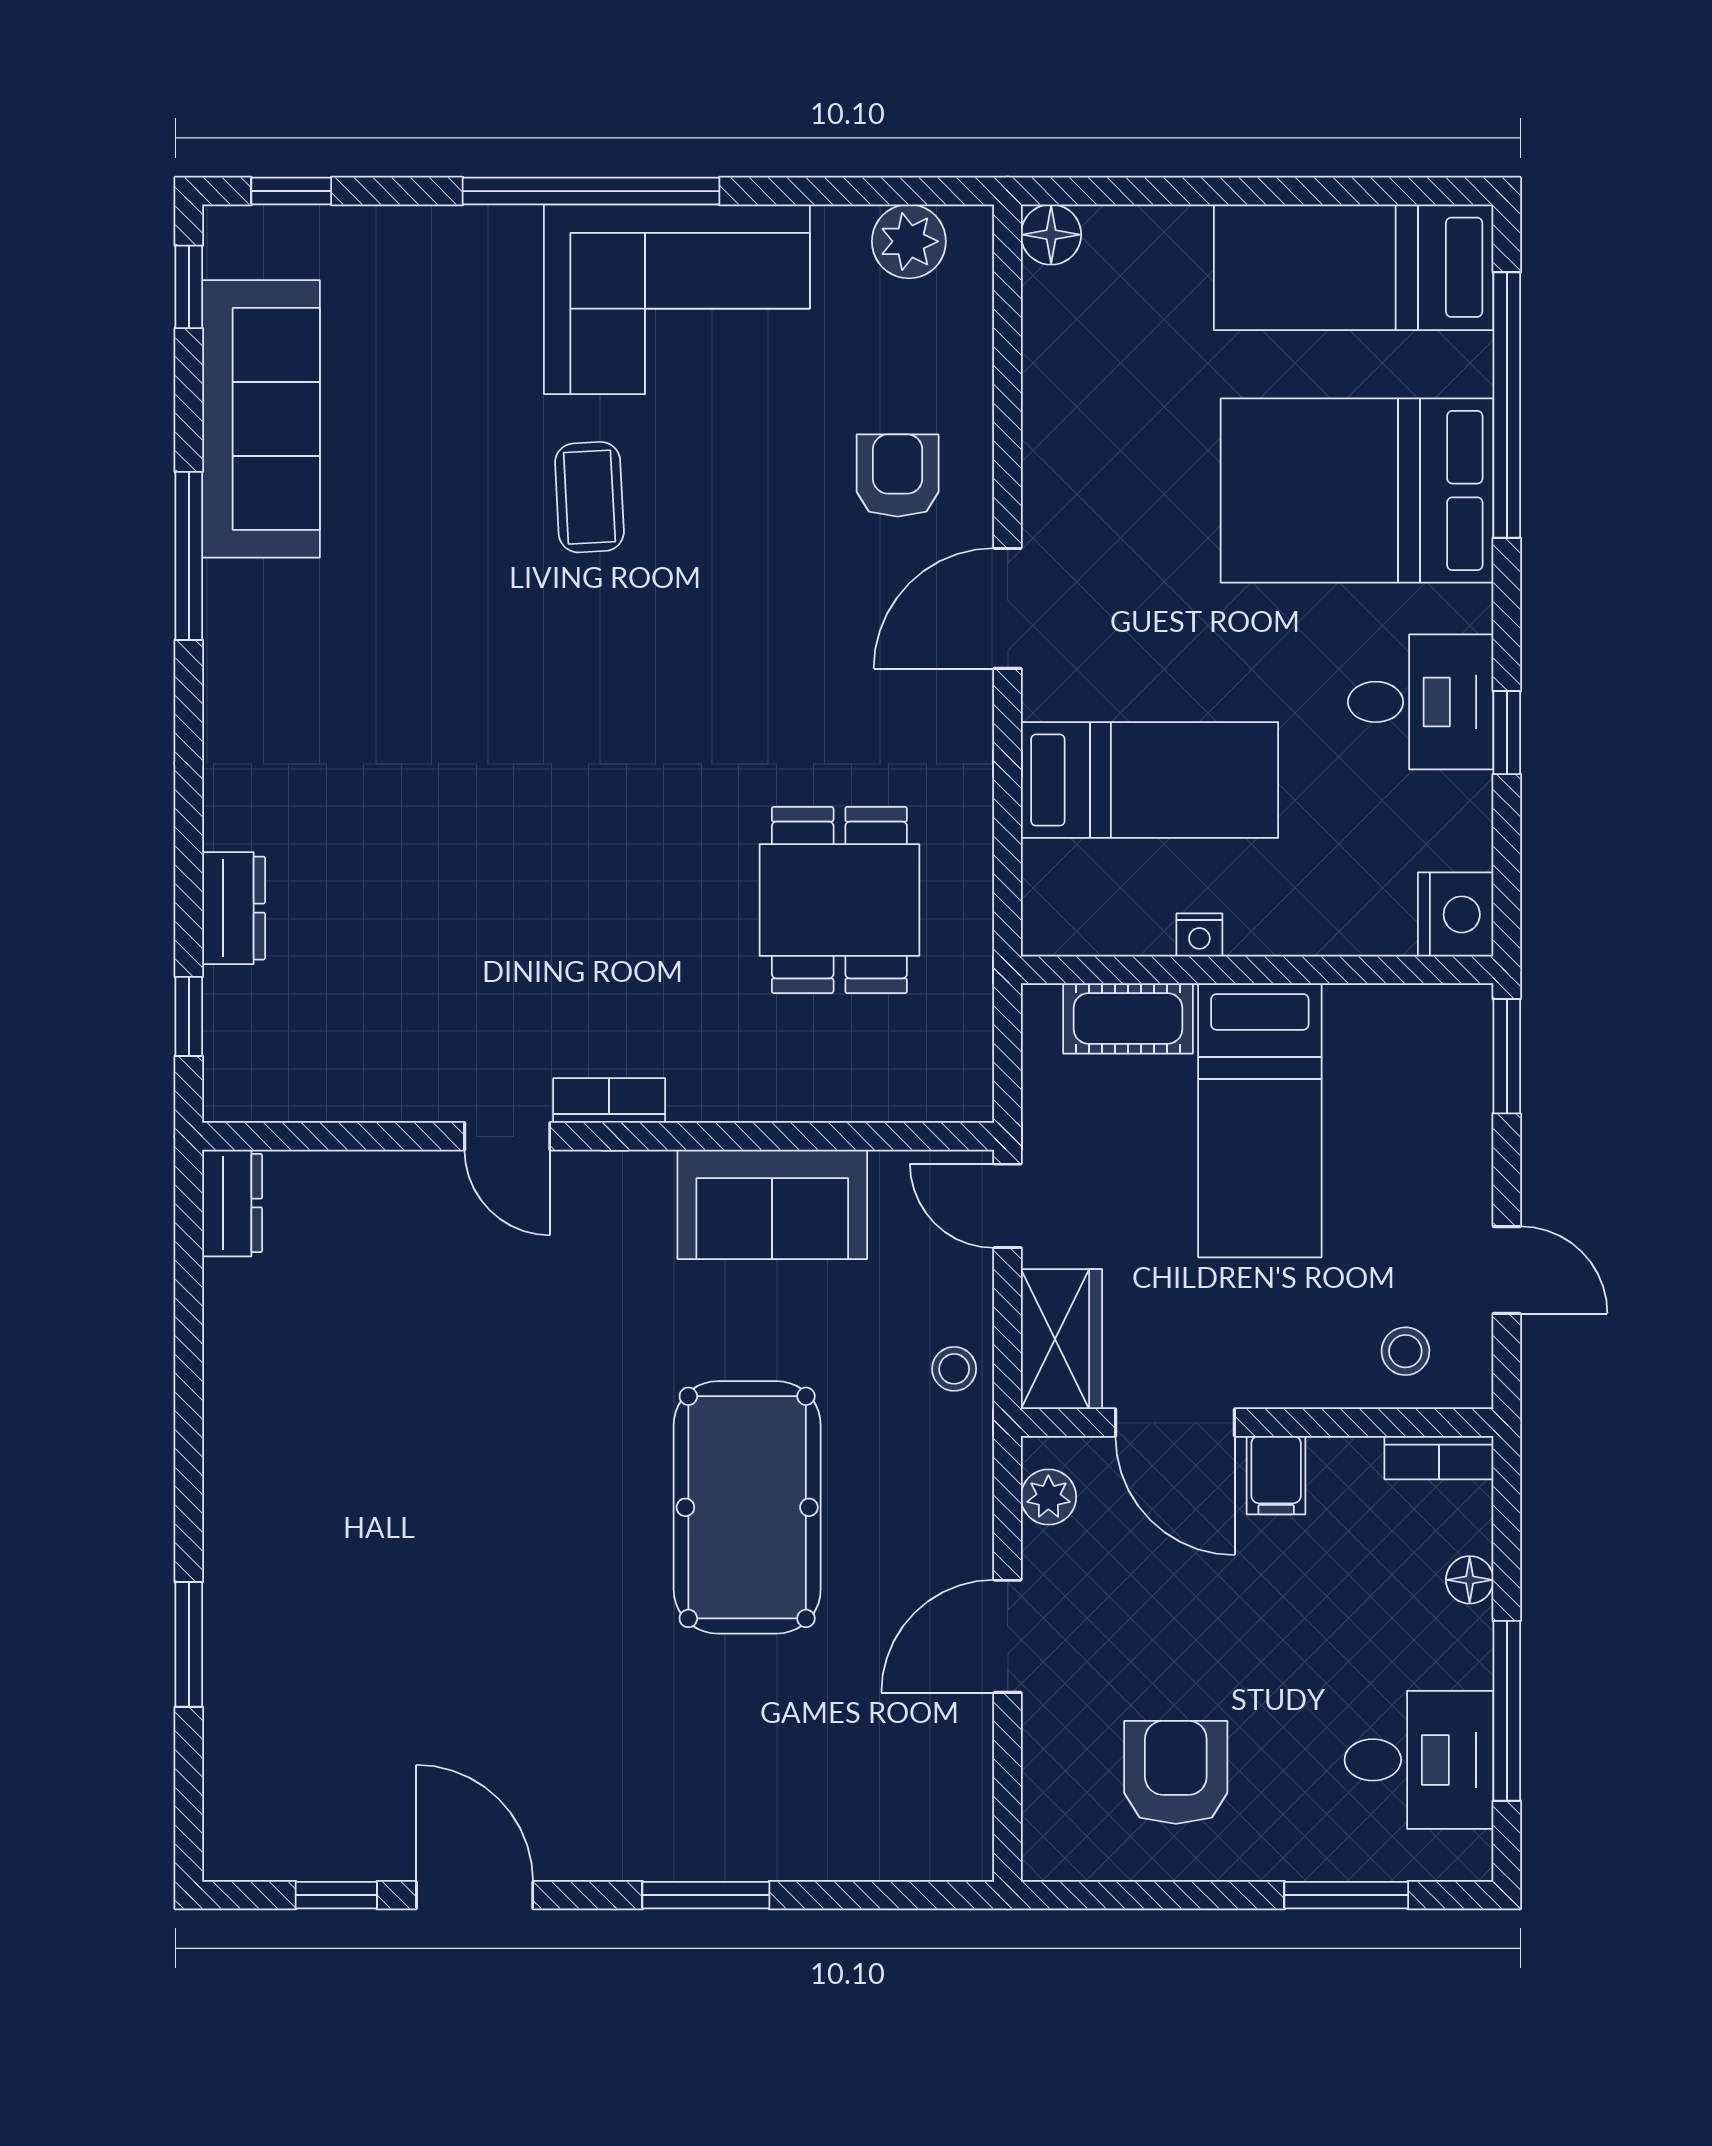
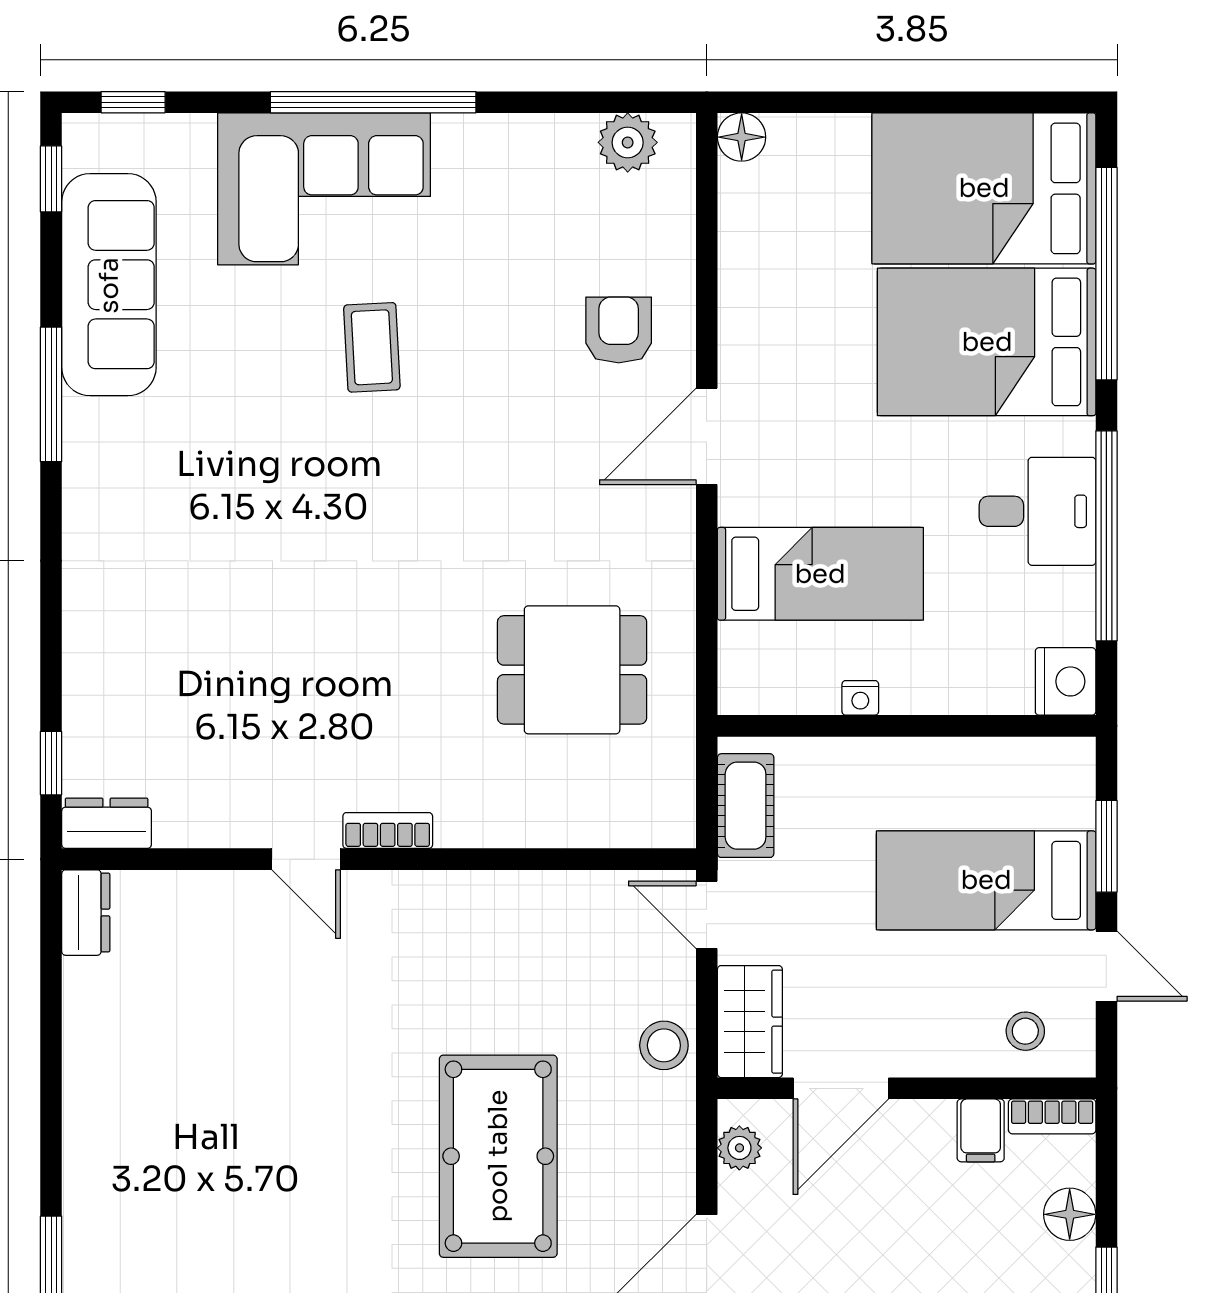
bed: (1354, 267) -> (984, 188), width x1.50
corner sofa: (677, 299) -> (324, 189), moved
window: (1507, 733) -> (1106, 536), width x3.17
dining table: (839, 900) -> (572, 670), turned 90
dresser: (234, 908) -> (107, 823), moved, turned -90
cot: (1128, 1018) -> (746, 806), moved, turned 90
window: (1507, 1056) -> (1106, 846), moved
bed: (1260, 1120) -> (986, 880), moved, turned 90
sofa: (772, 1204) -> (518, 914), removed
stool: (954, 1369) -> (664, 1045), width x1.37, depth x1.37
door: (1175, 1423) -> (841, 1088), hinge flipped
filing cabinet: (1276, 1475) -> (981, 1130), moved
floor lamp: (1470, 1580) -> (1070, 1214), width x1.37, depth x1.37

